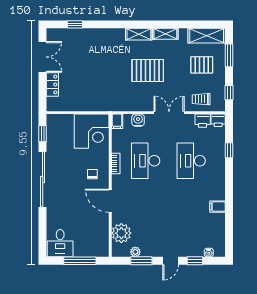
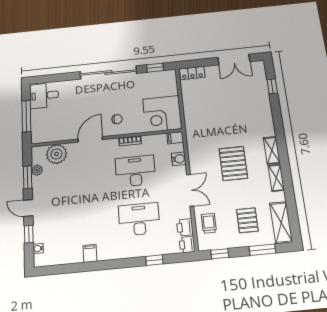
locker: (52, 84) -> (192, 73), moved

